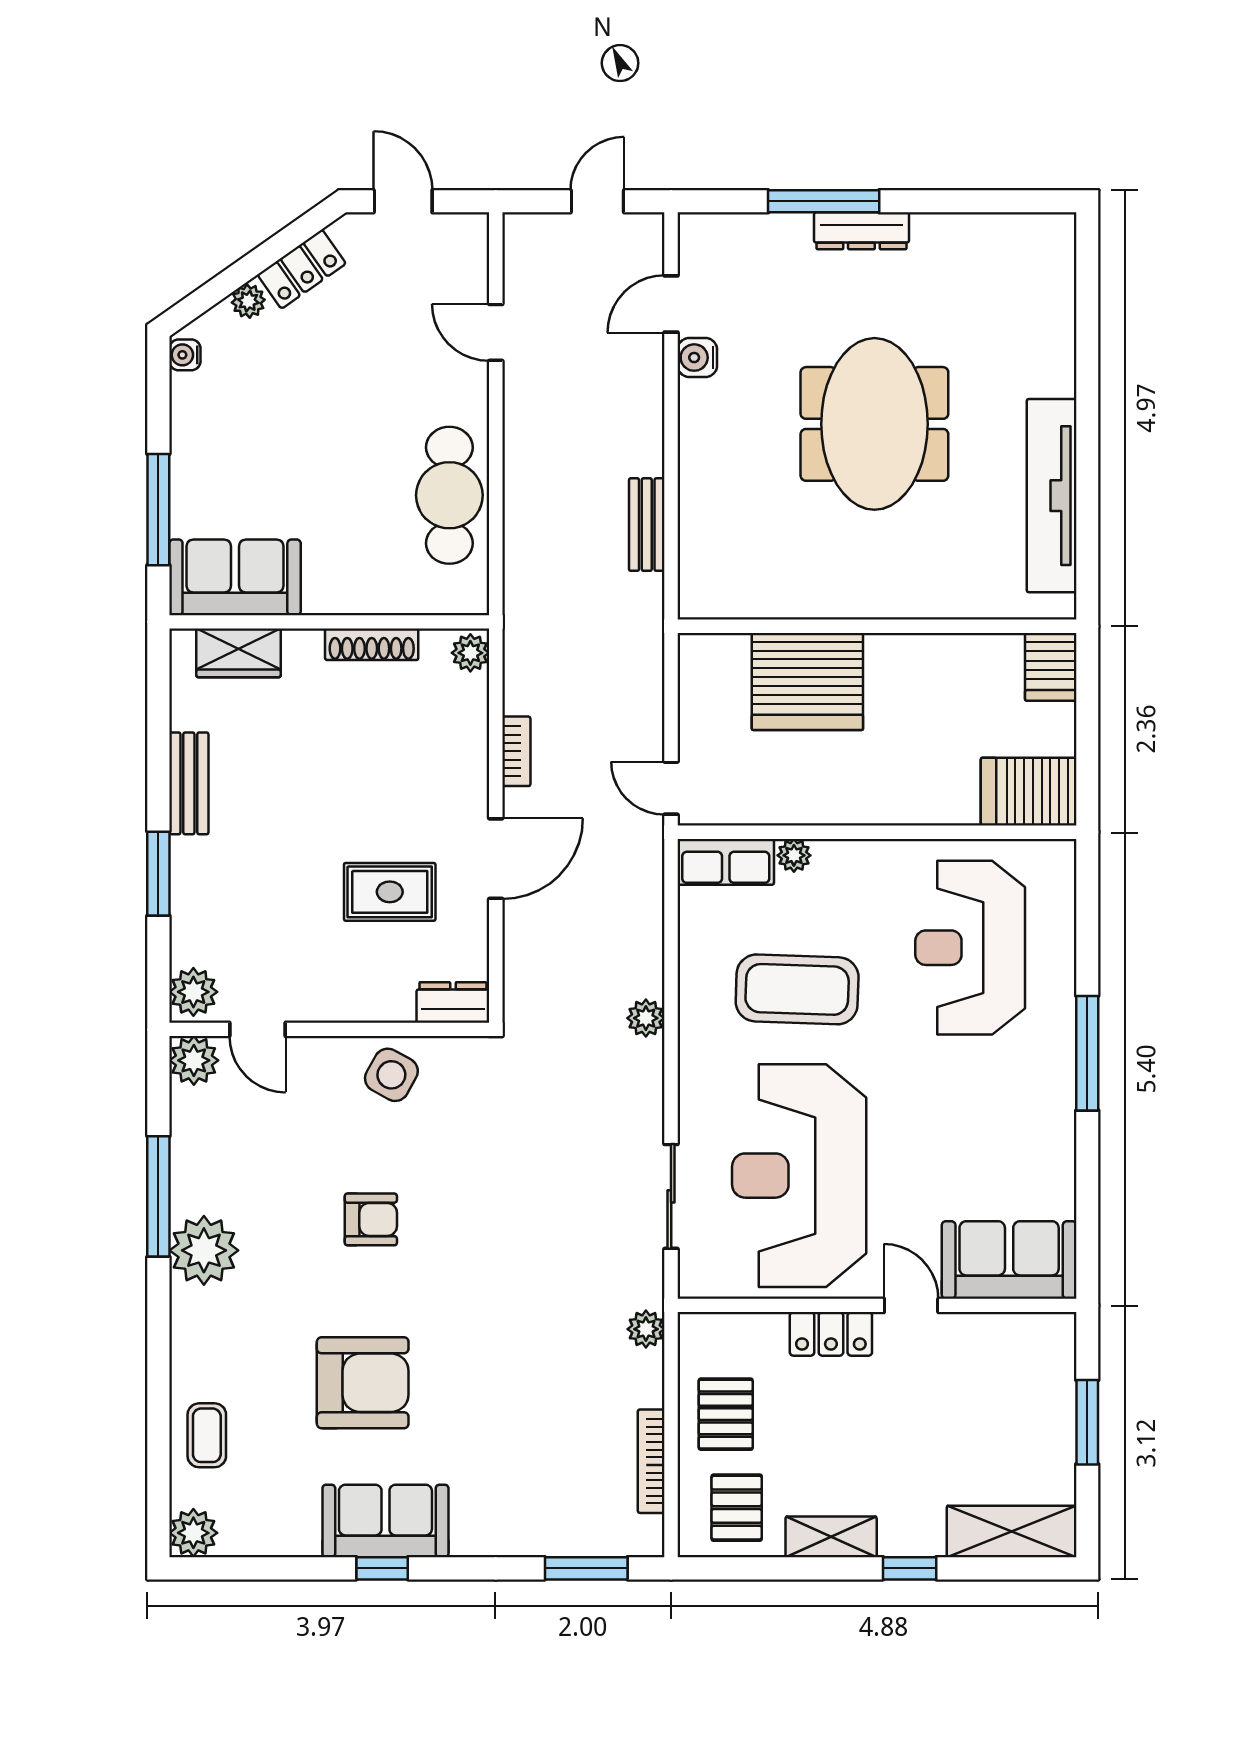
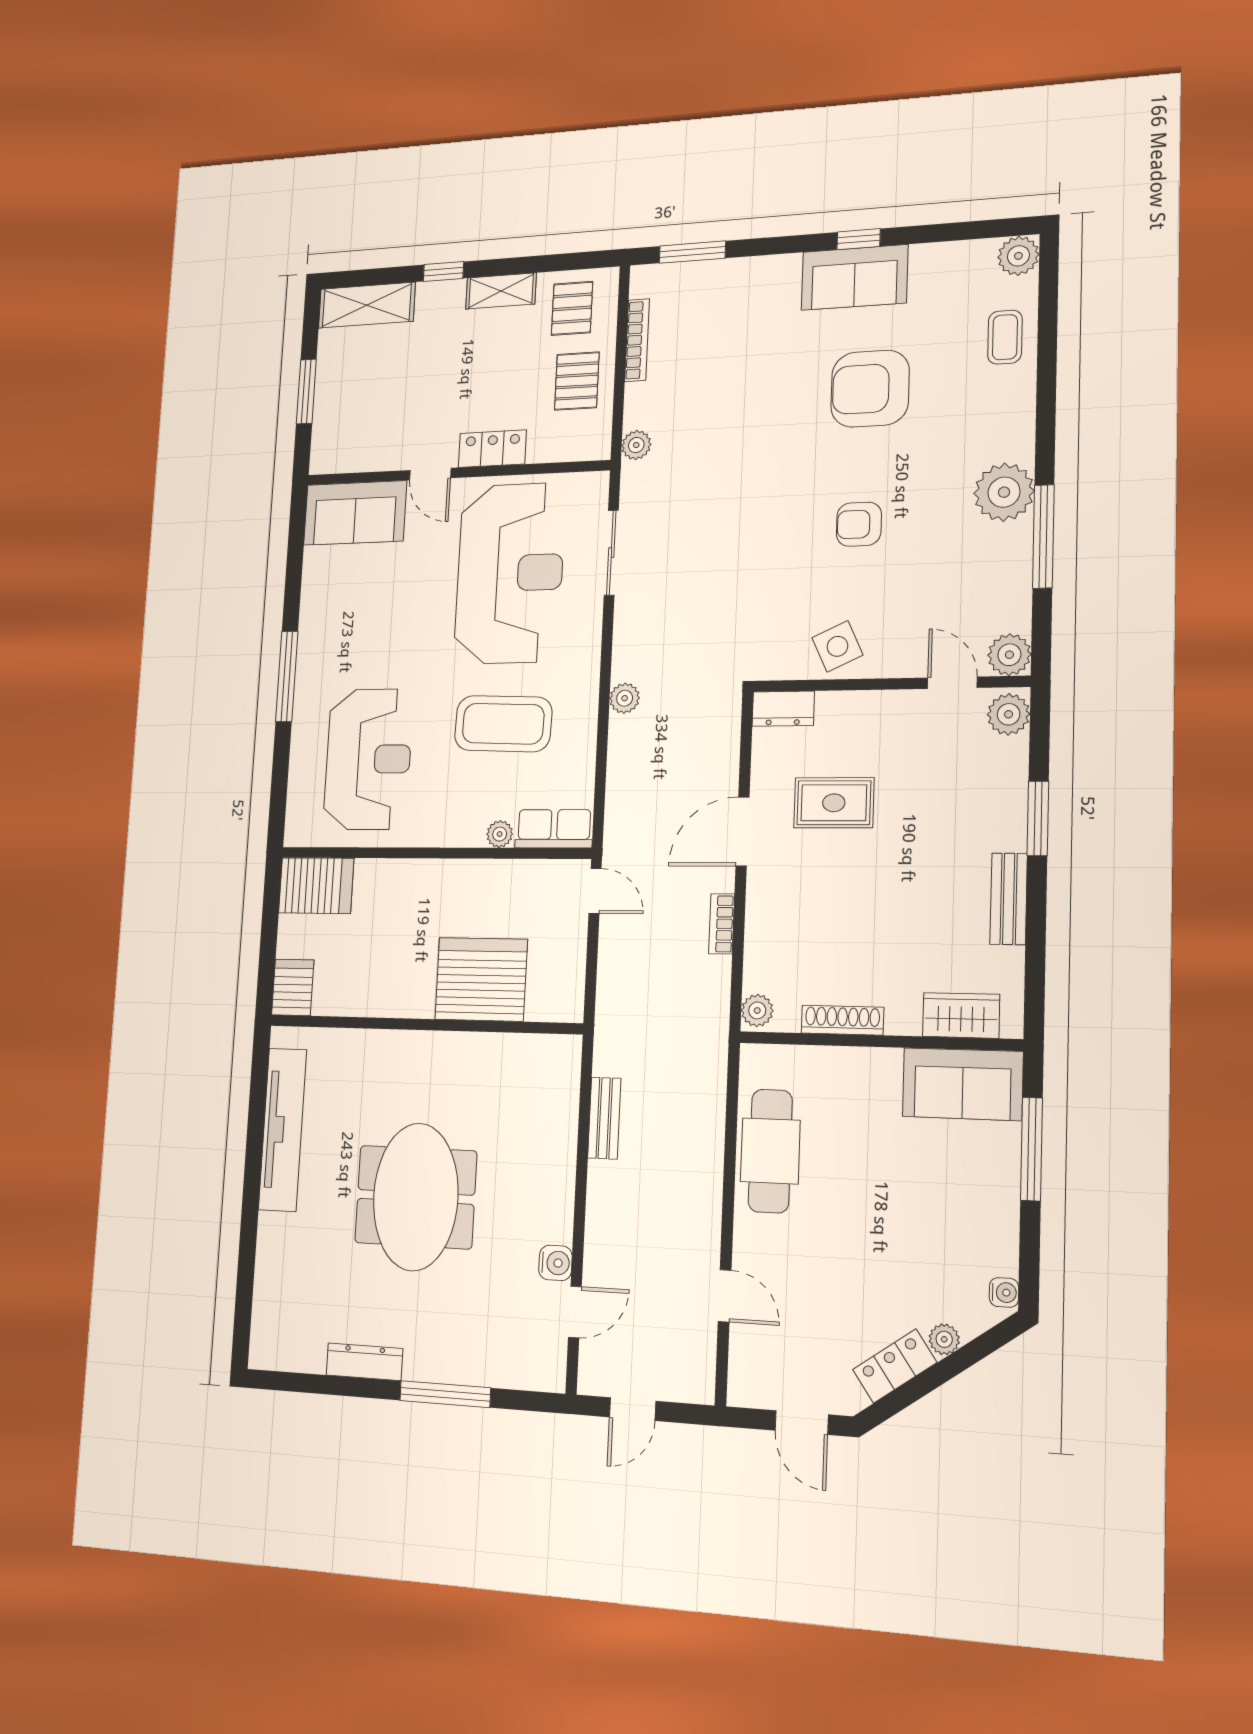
dresser: (861, 231) -> (364, 1362), moved
side table: (391, 1075) -> (837, 646), turned 36

